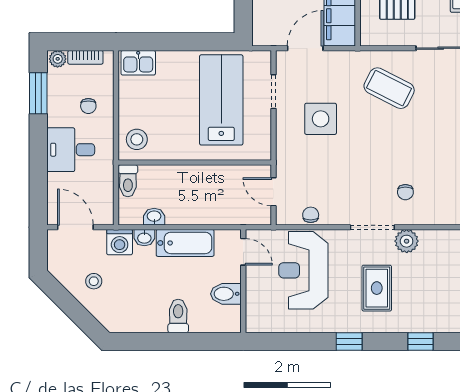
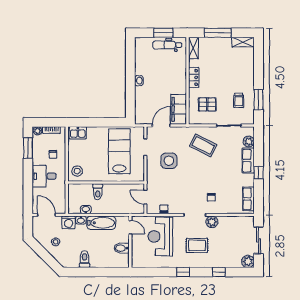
toilet: (128, 181) -> (98, 192), moved
rug: (377, 288) -> (197, 245), turned 90
toilet: (178, 316) -> (85, 259), moved

